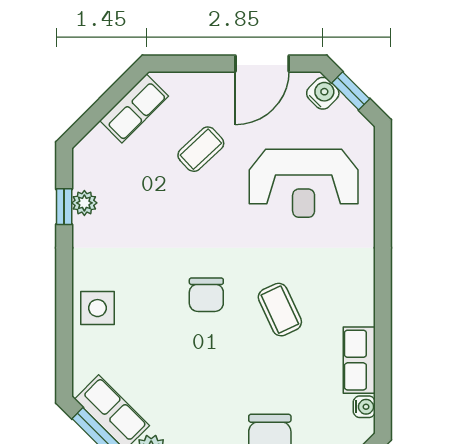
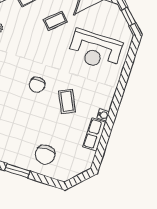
water cooler: (323, 93) -> (116, 14), removed
water cooler: (364, 407) -> (103, 115), moved

